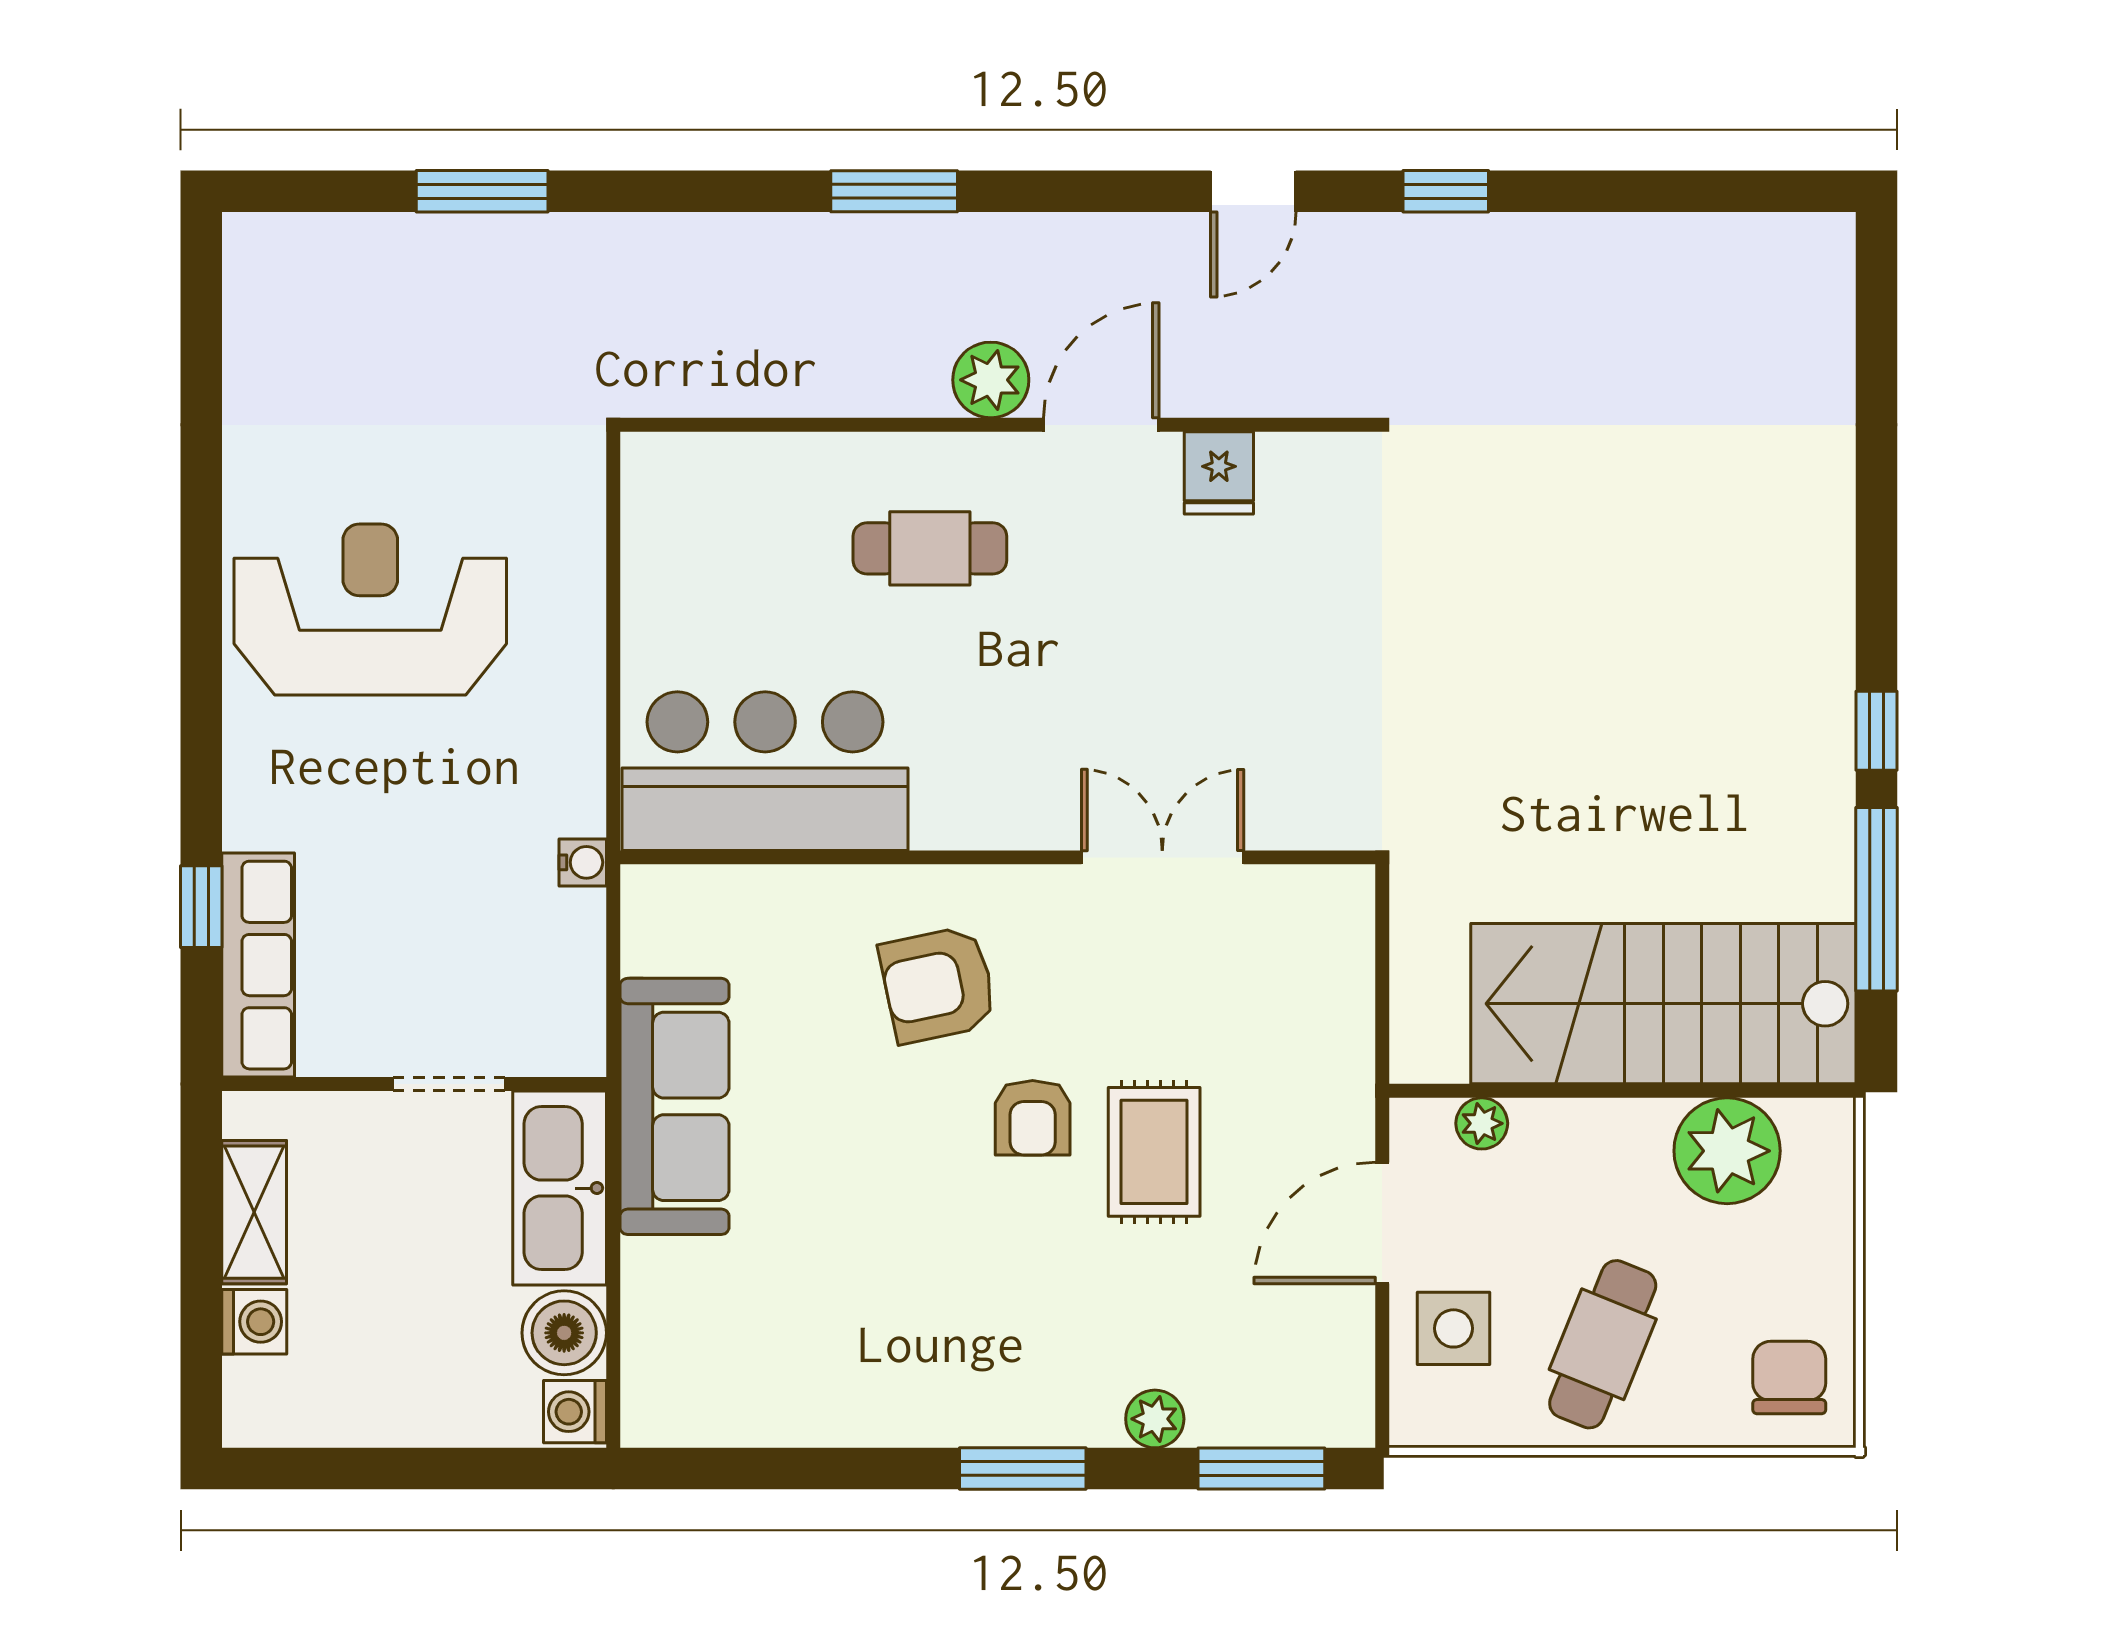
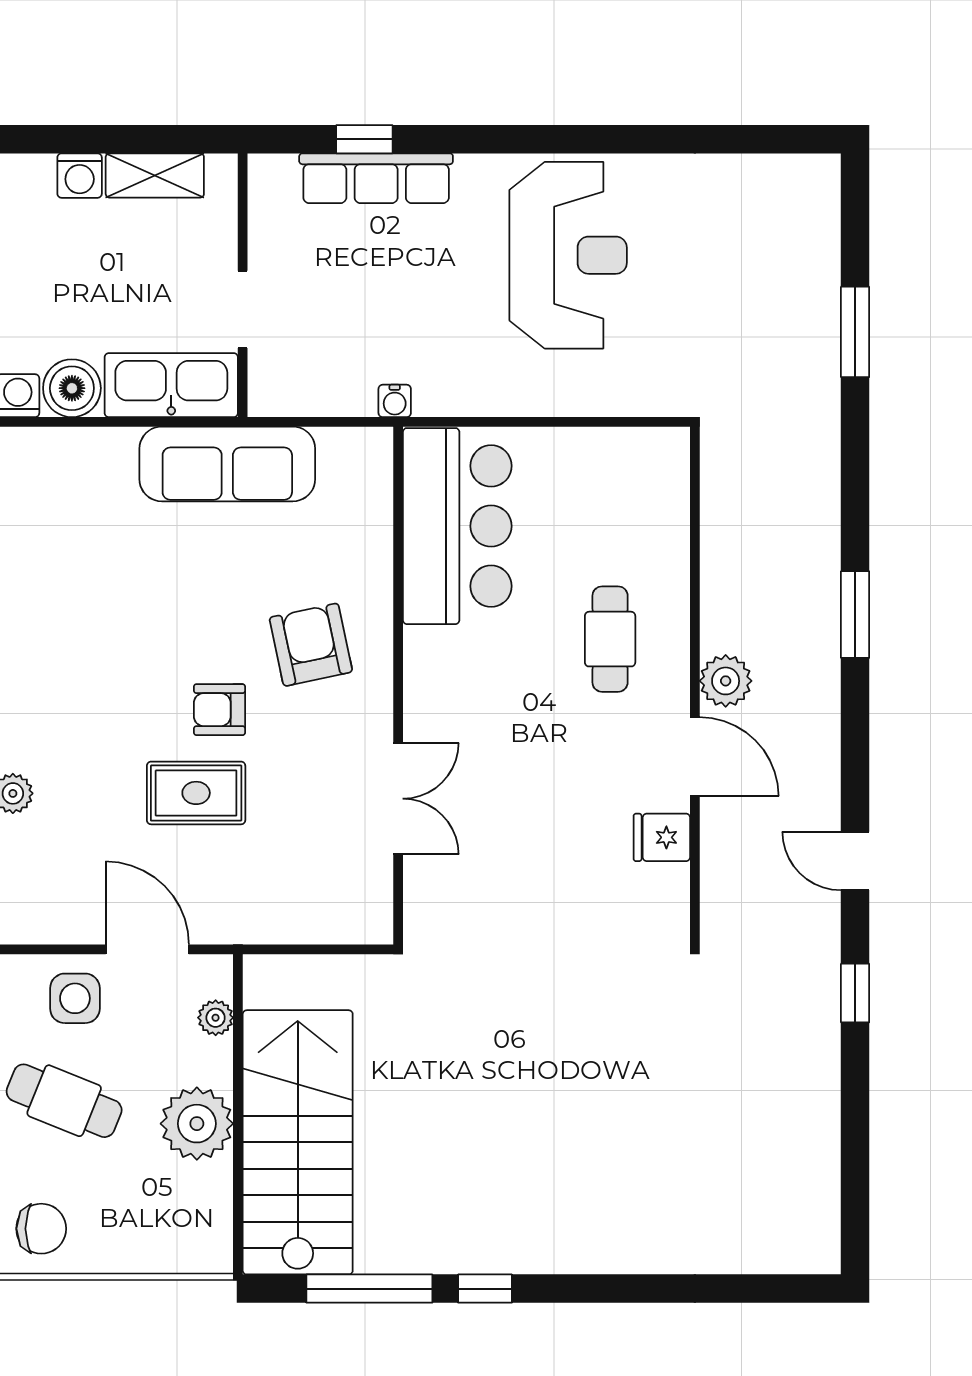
row of seats: (258, 965) -> (376, 178), moved
plant: (1727, 1151) -> (197, 1124), moved

